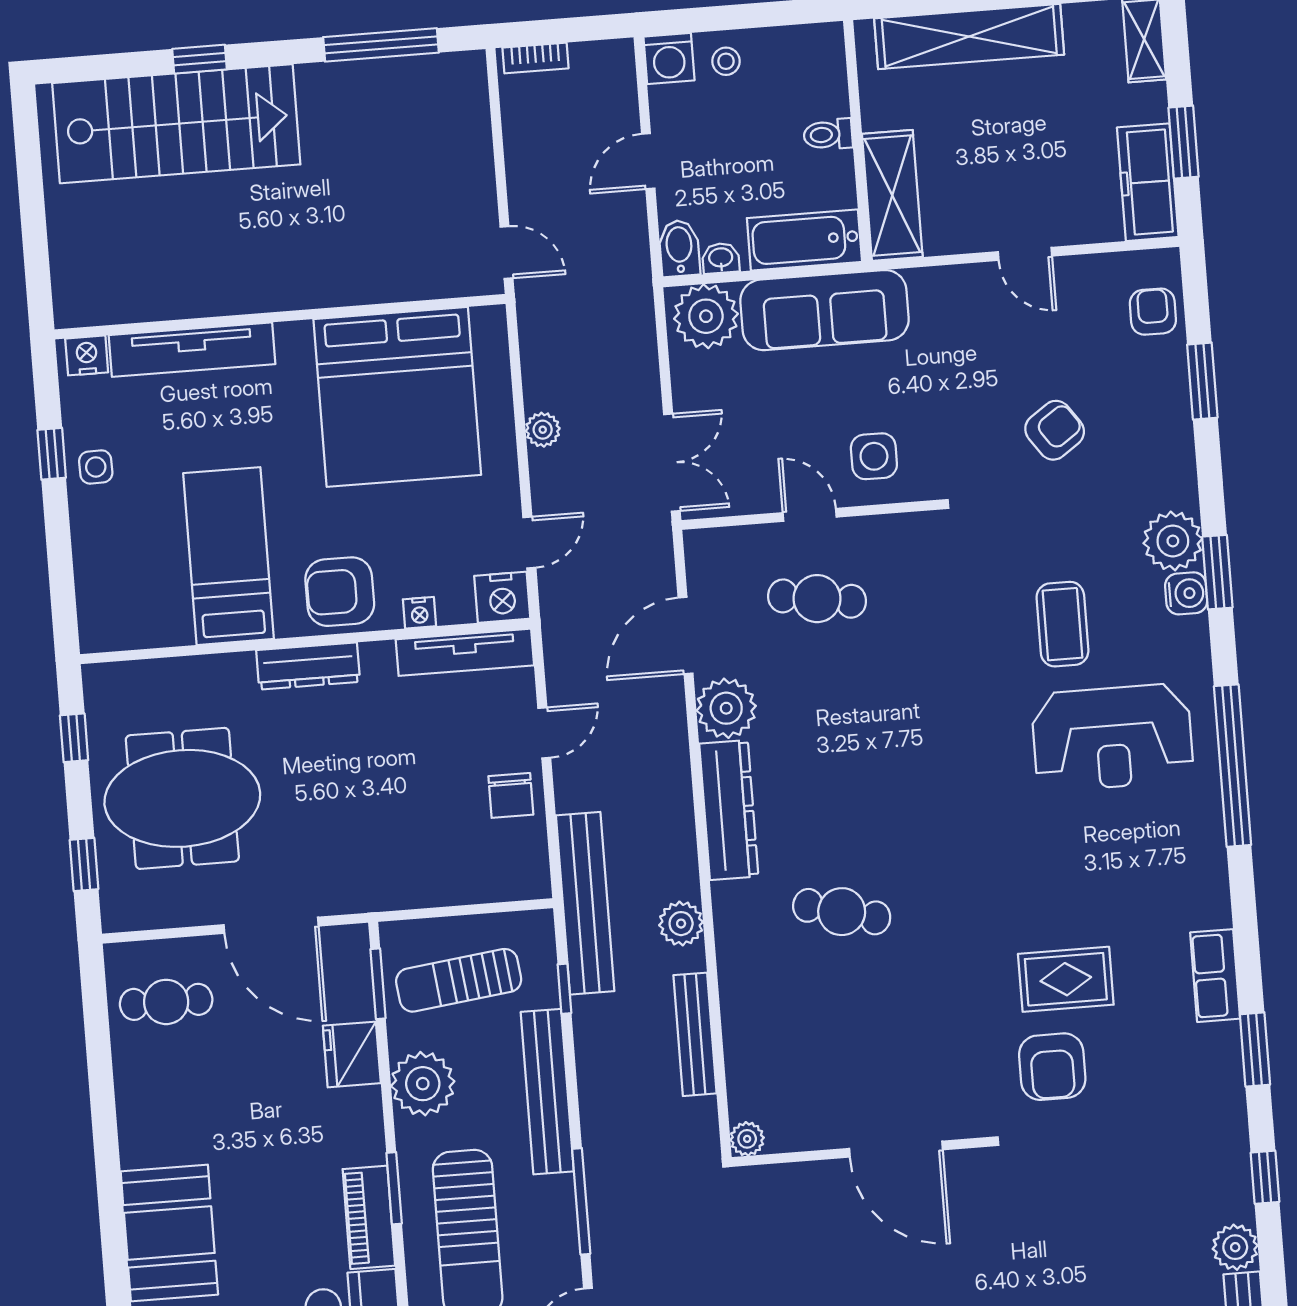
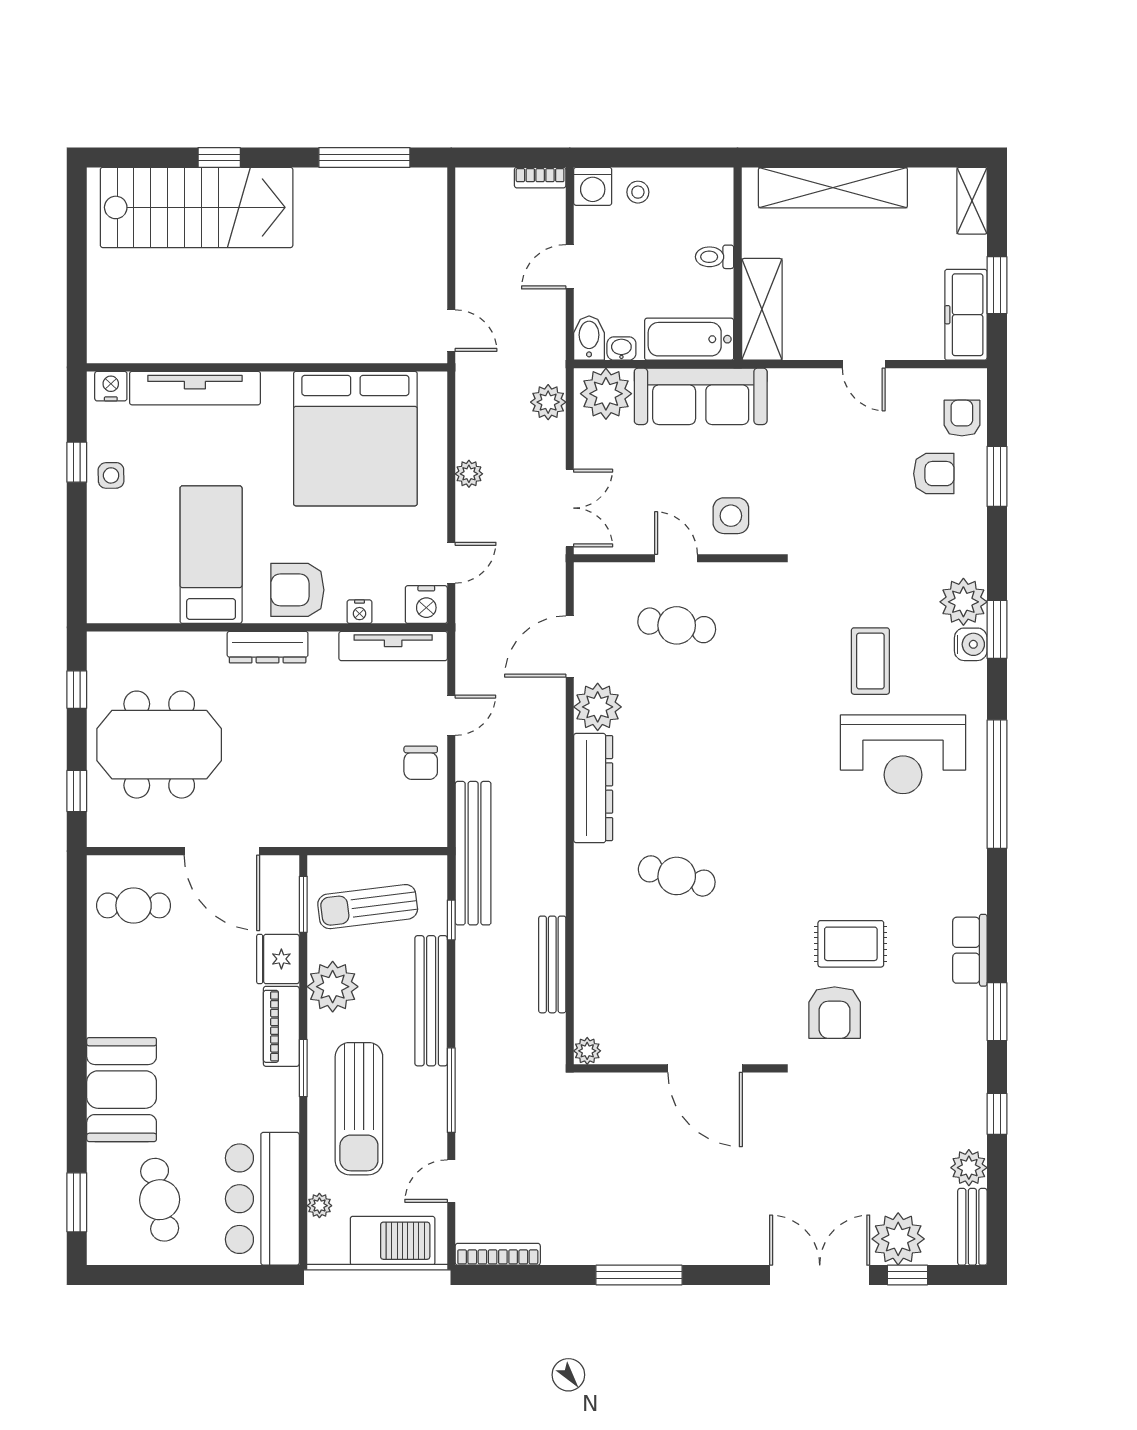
bookcase: (535, 58) -> (540, 178), moved
armchair: (1055, 430) -> (934, 474), moved, turned 35
plant: (681, 924) -> (548, 402), moved
piano: (369, 1217) -> (281, 1026), moved

